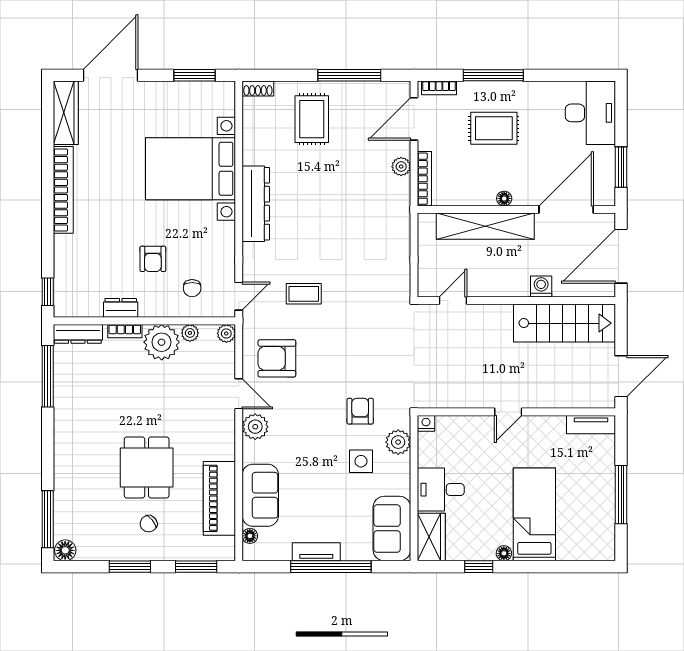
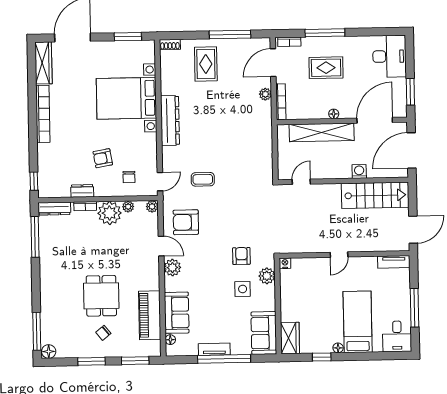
armchair: (153, 259) -> (103, 158), turned 80
desk: (441, 490) -> (397, 336), moved, turned -90

